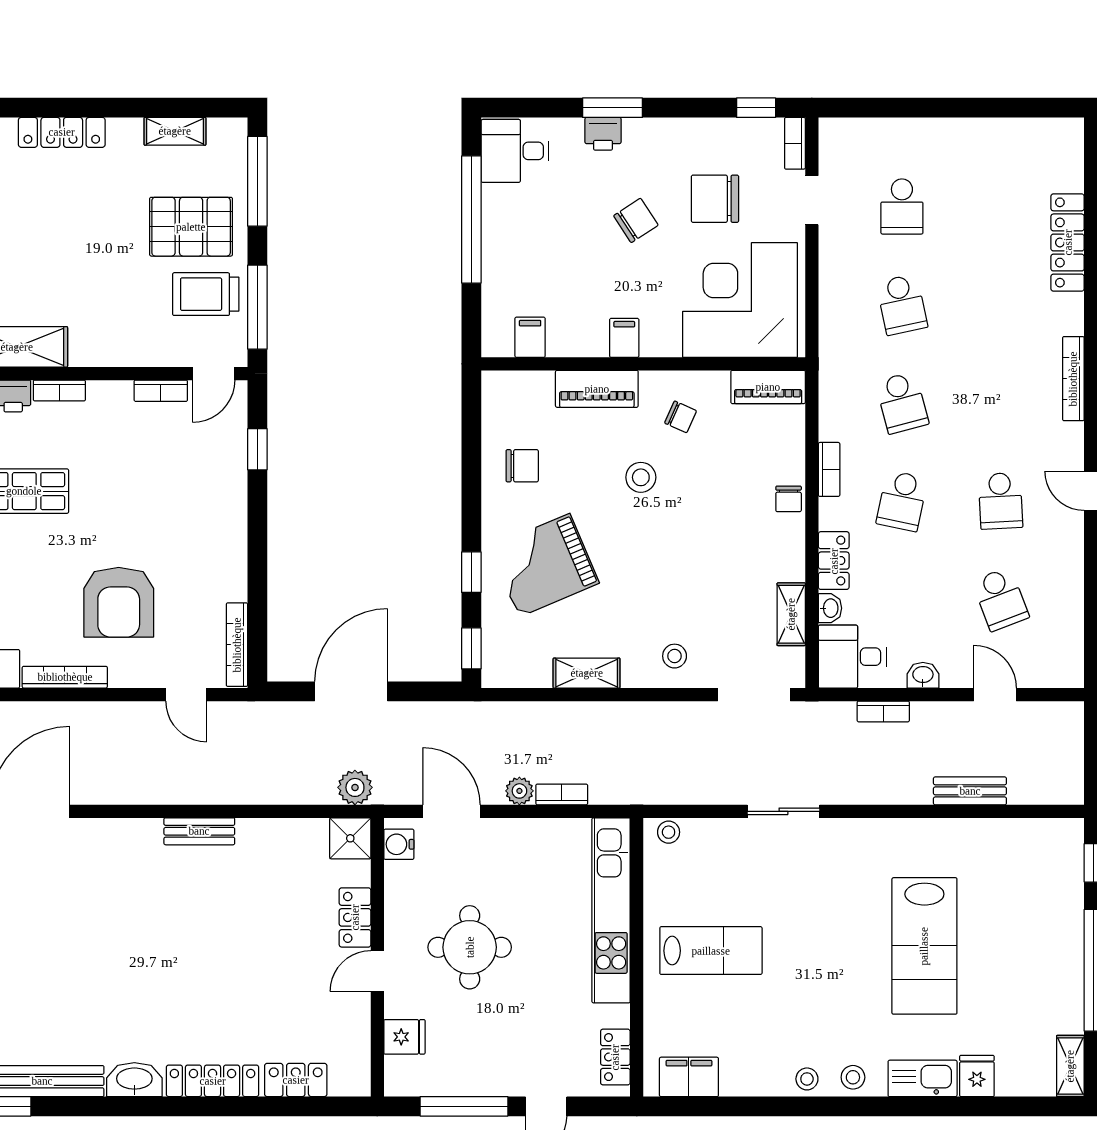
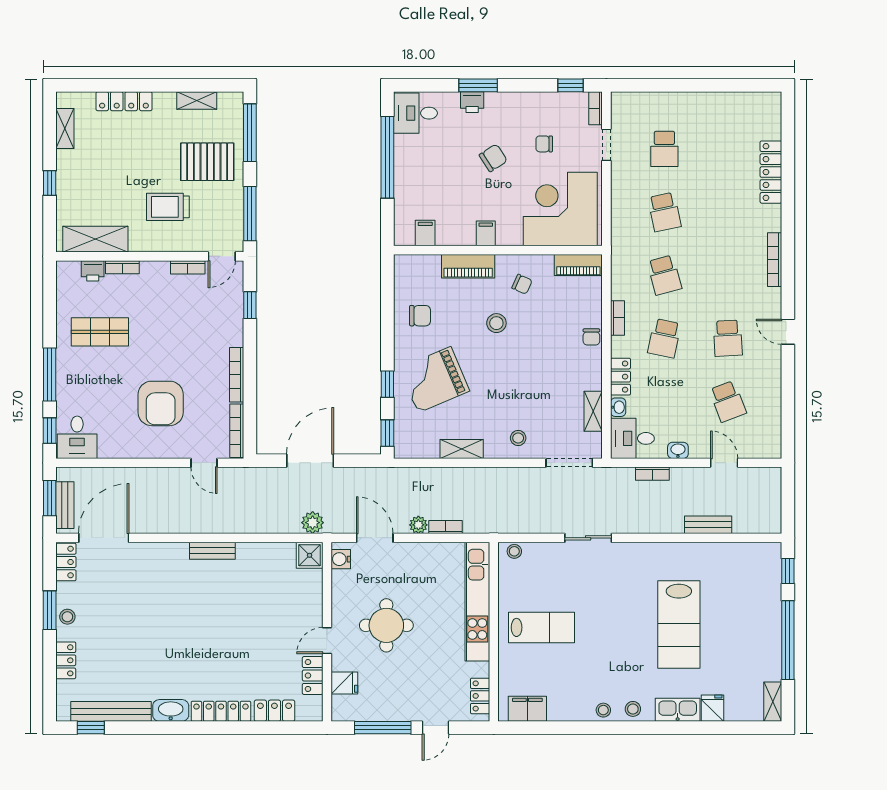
chair: (715, 199) -> (544, 144), width x0.54, depth x0.54
trolley: (206, 294) -> (168, 207), moved
bookcase: (65, 677) -> (237, 375), moved, turned -90
locker: (355, 917) -> (313, 676), moved

